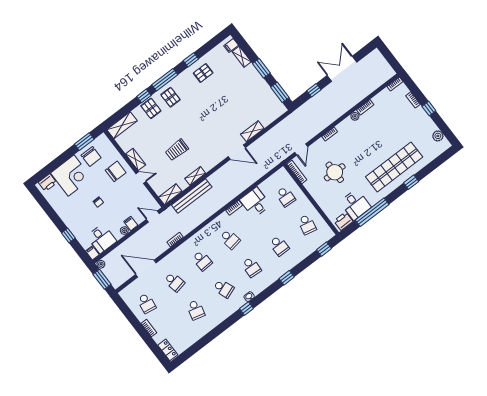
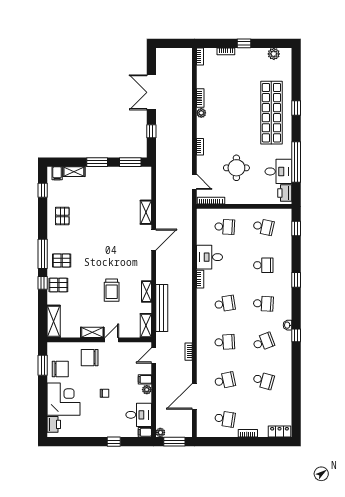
window: (191, 60) -> (43, 190), moved
chair: (116, 171) -> (90, 358), turned -90

